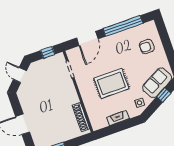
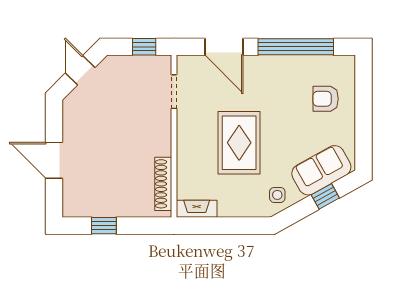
door: (87, 38) -> (224, 47), hinge flipped
rug: (111, 83) -> (239, 143), turned 90
fireplace: (118, 118) -> (197, 209), moved

